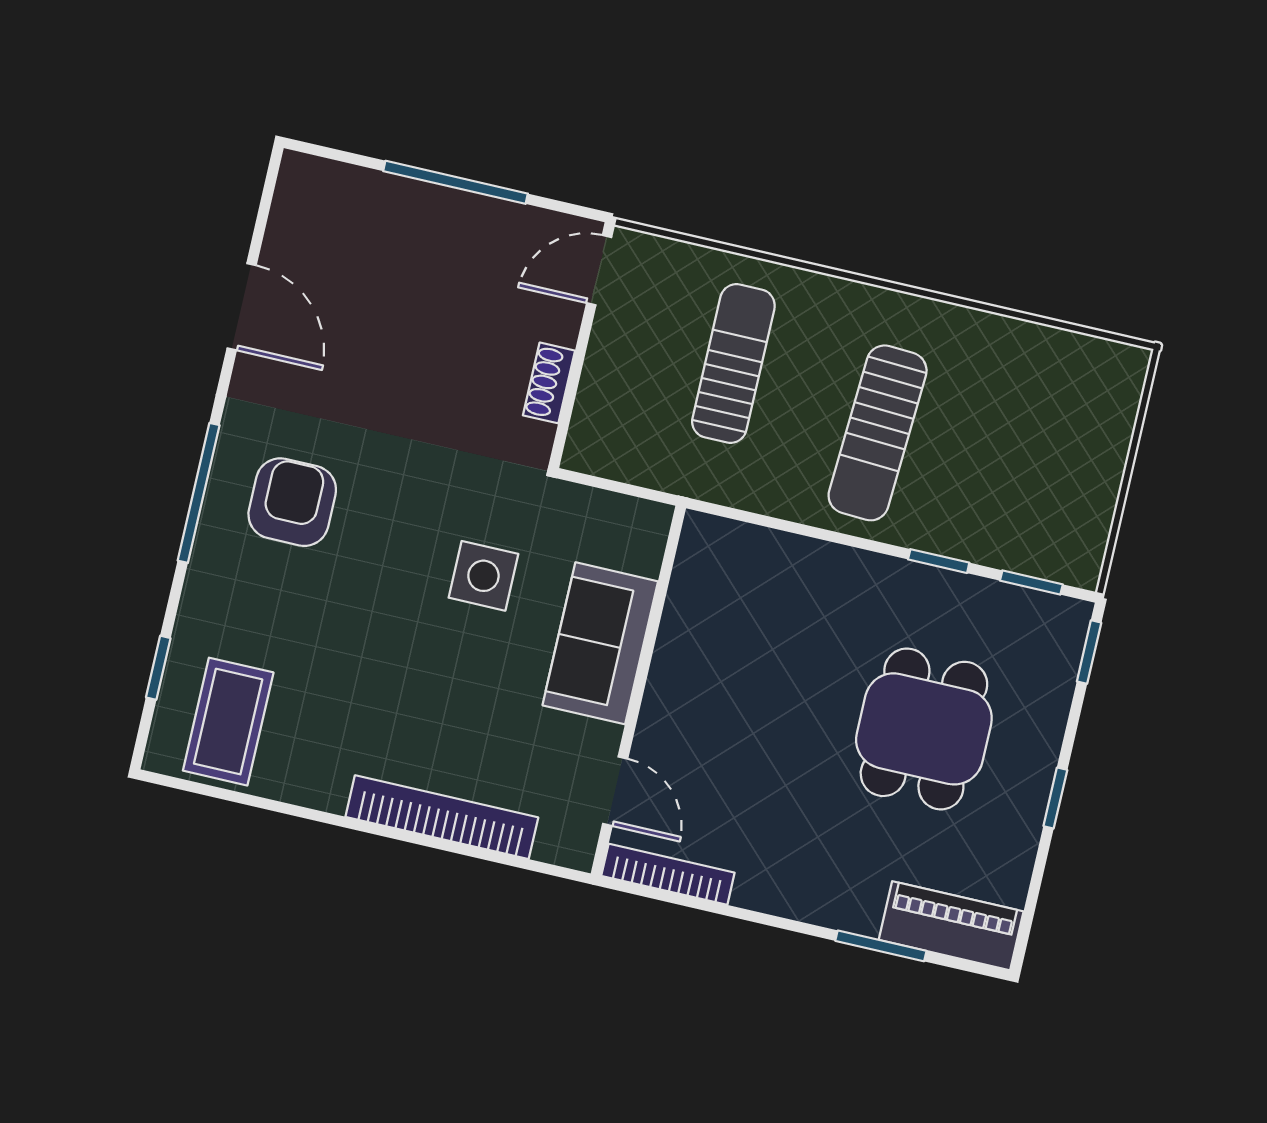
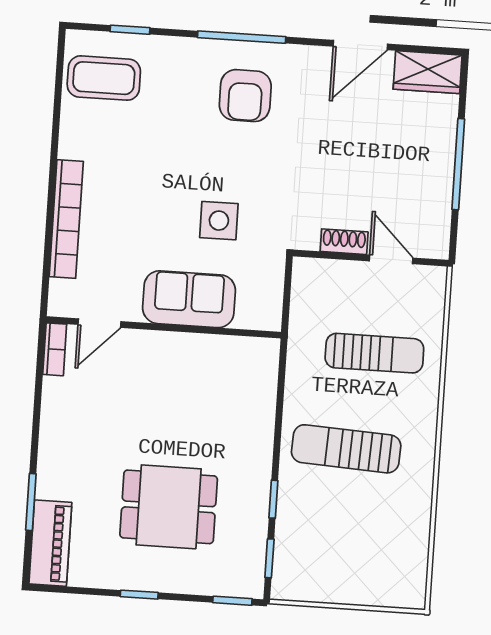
wardrobe: (302, 207) -> (428, 72), added
door: (599, 270) -> (391, 259), moved
armchair: (292, 502) -> (245, 96), turned 90
bookcase: (668, 874) -> (55, 349), width x0.64

